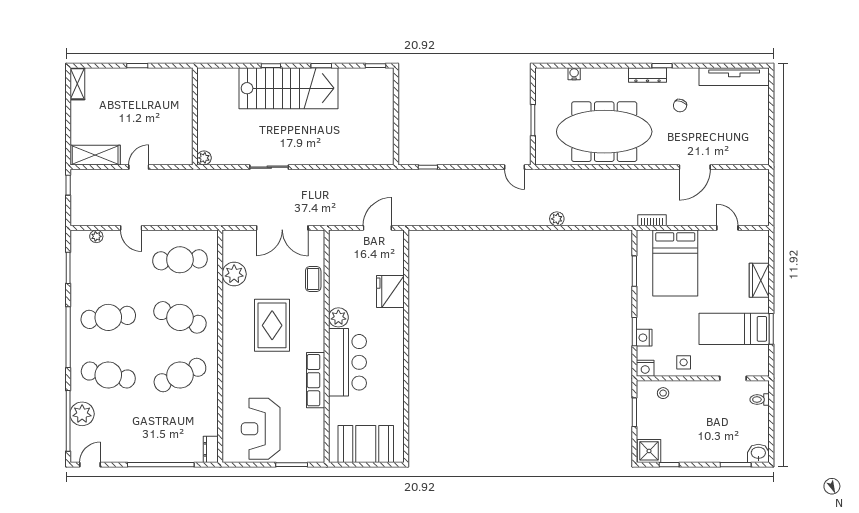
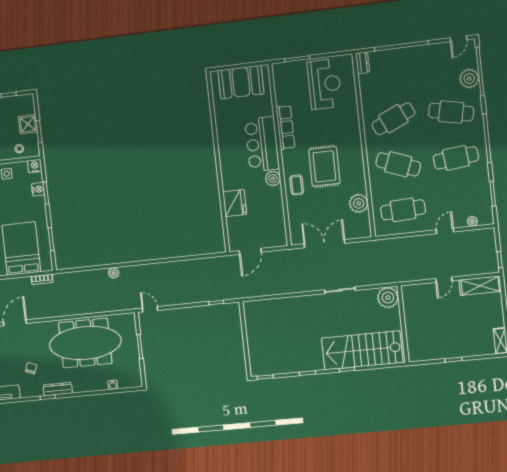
stairs: (288, 88) -> (362, 350), moved
plant: (204, 158) -> (388, 298), width x1.88, depth x1.88
door: (131, 228) -> (445, 231), hinge flipped
coffee table: (313, 279) -> (297, 185), moved
shower: (649, 451) -> (28, 124), moved

